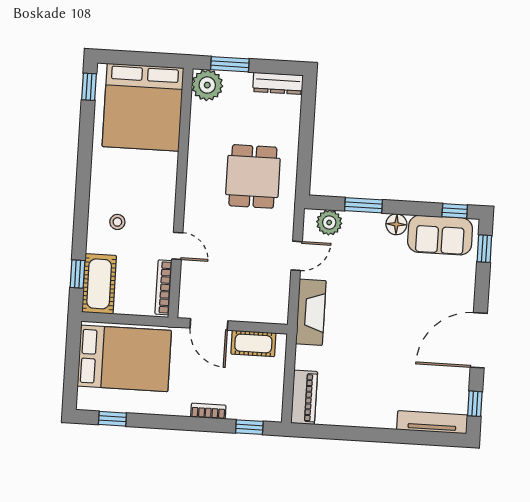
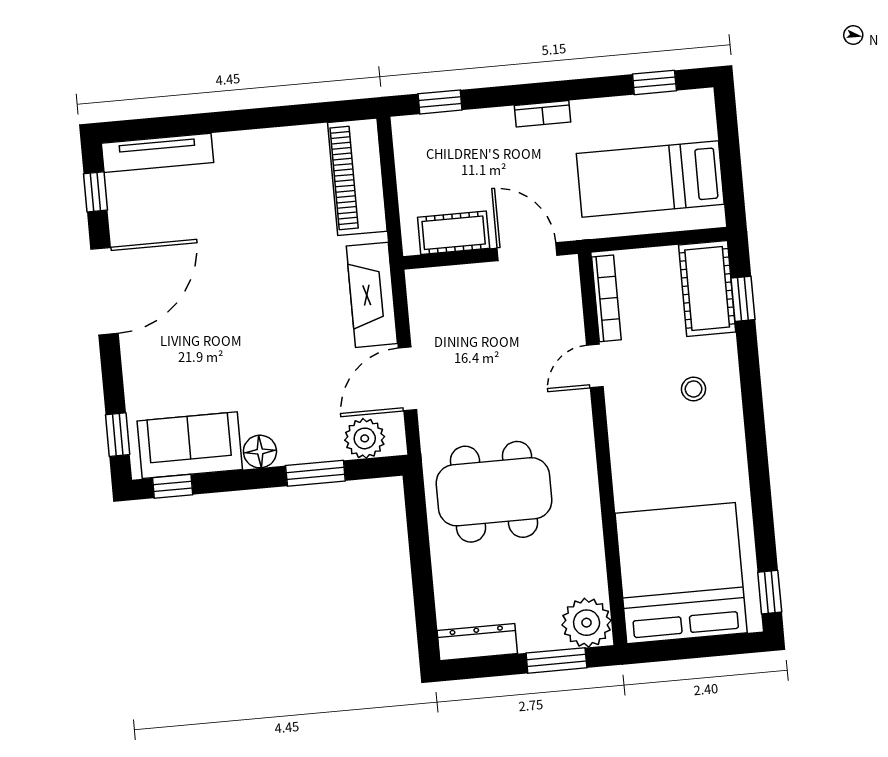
dining table: (253, 176) -> (494, 492), width x1.38
door: (177, 246) -> (595, 366), hinge flipped
door: (297, 256) -> (407, 379), width x1.38
bed: (124, 358) -> (650, 179), width x0.67
piano: (304, 397) -> (357, 177), width x1.37, depth x1.33
bookcase: (208, 411) -> (543, 114), moved

